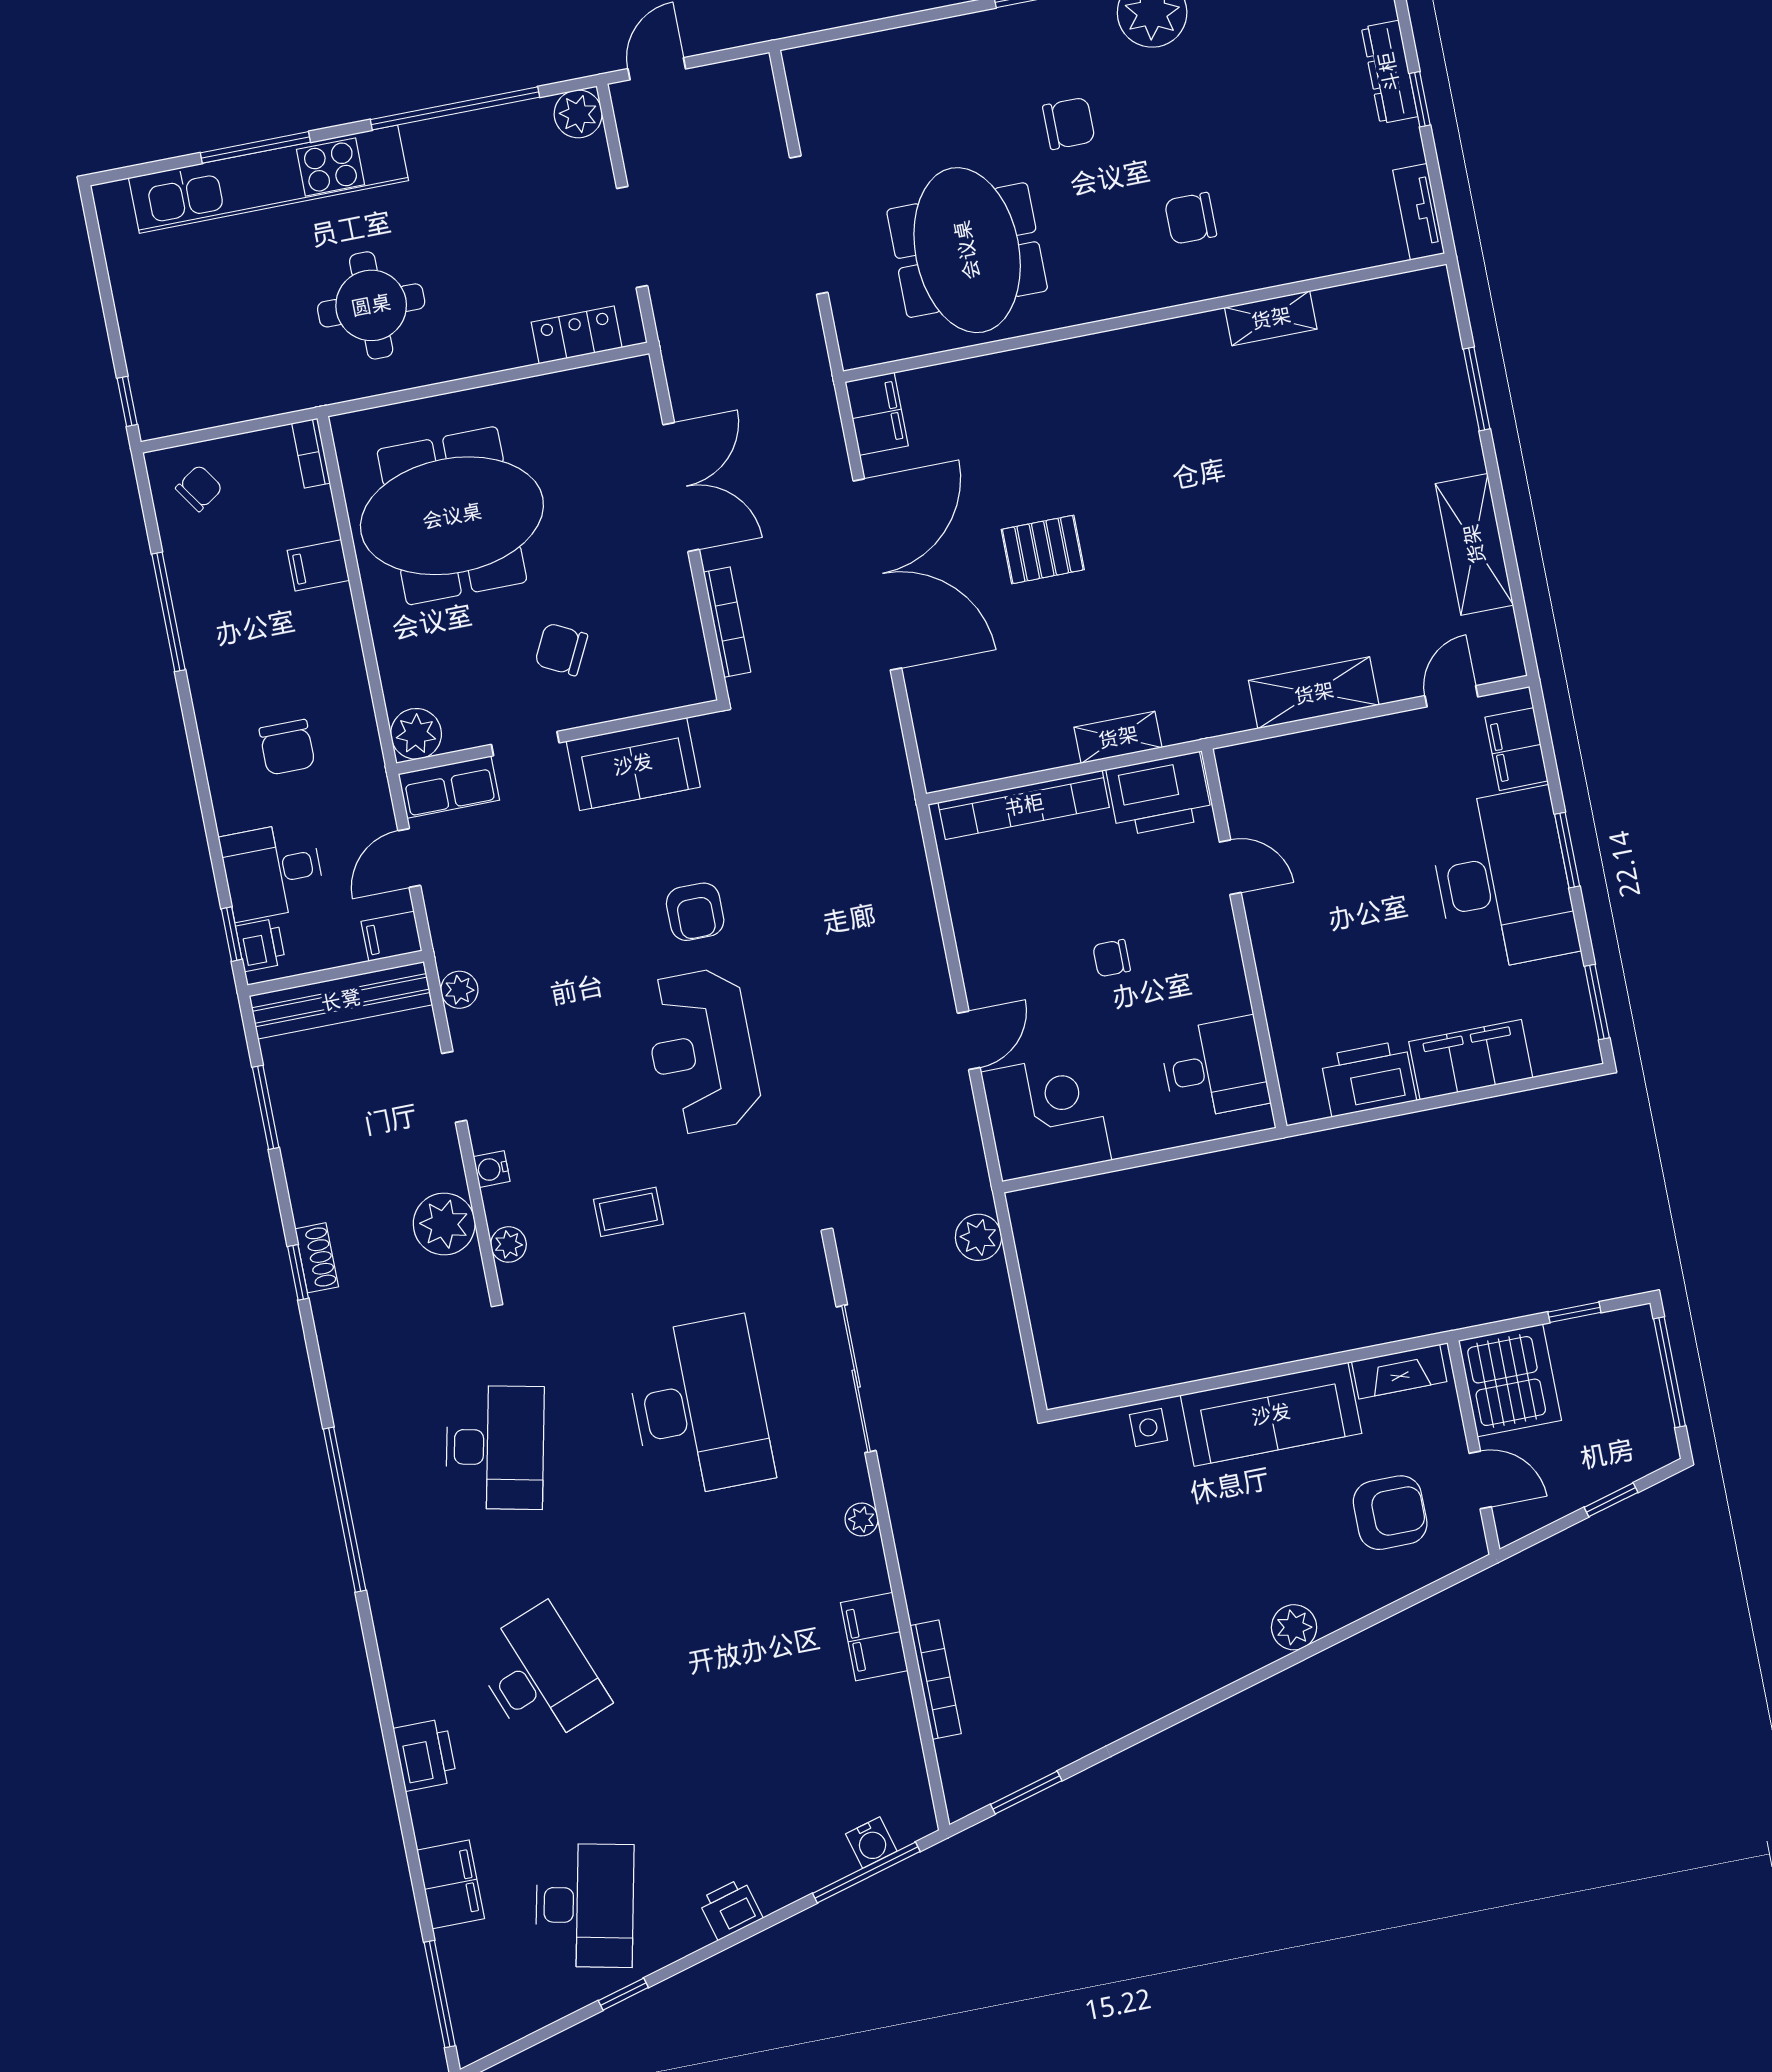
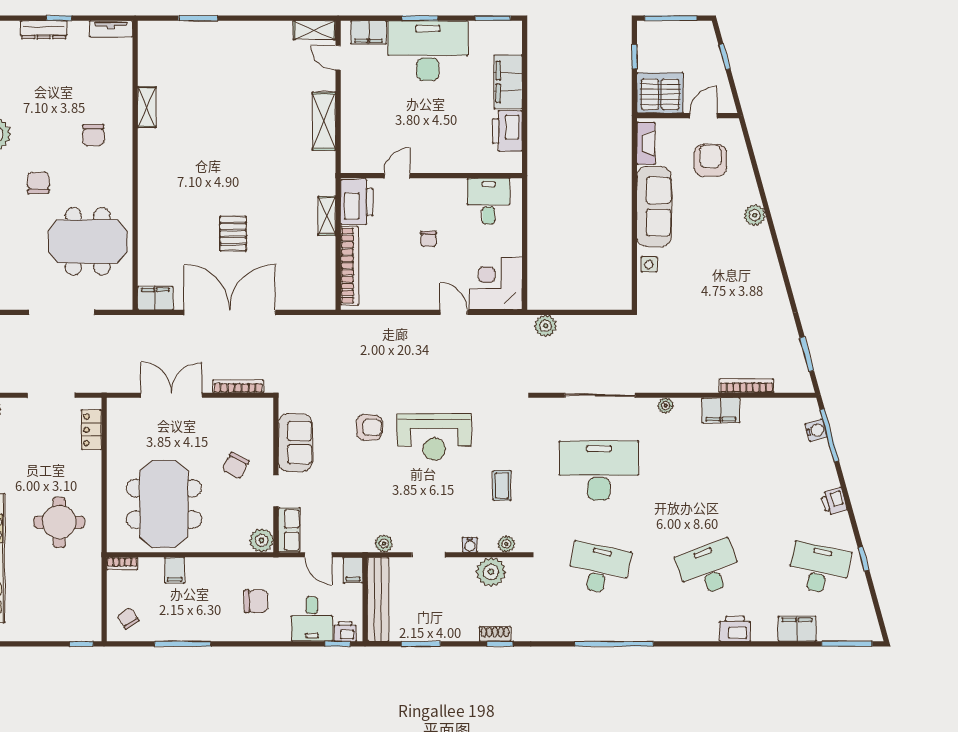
shelving: (1474, 544) -> (315, 30), moved, width x0.67, depth x0.75

